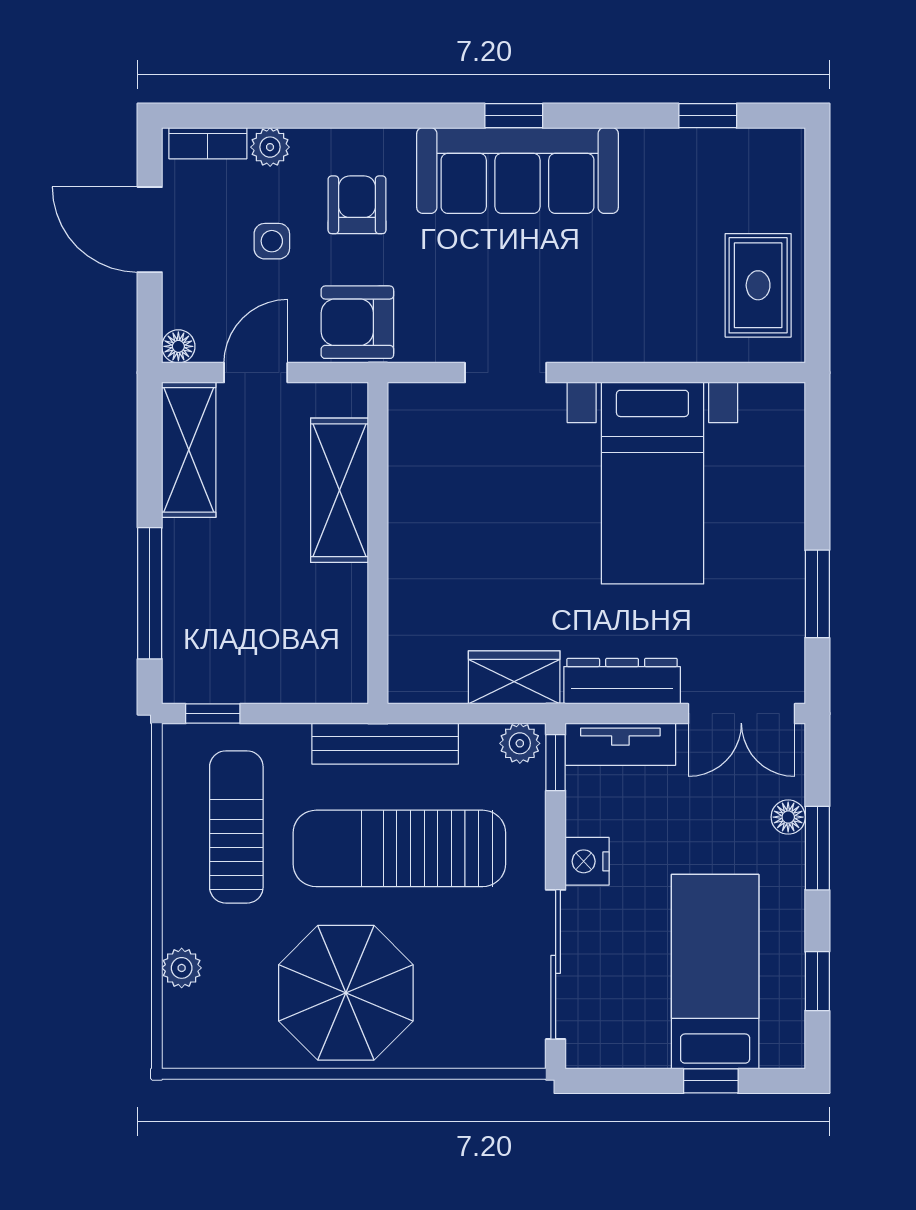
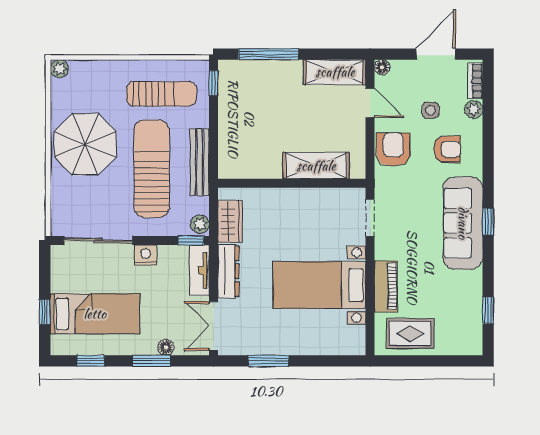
piano: (656, 338) -> (386, 286), added
shelving: (339, 490) -> (316, 166), moved
wall: (378, 543) -> (292, 183), moved
plant: (182, 968) -> (59, 69), moved

